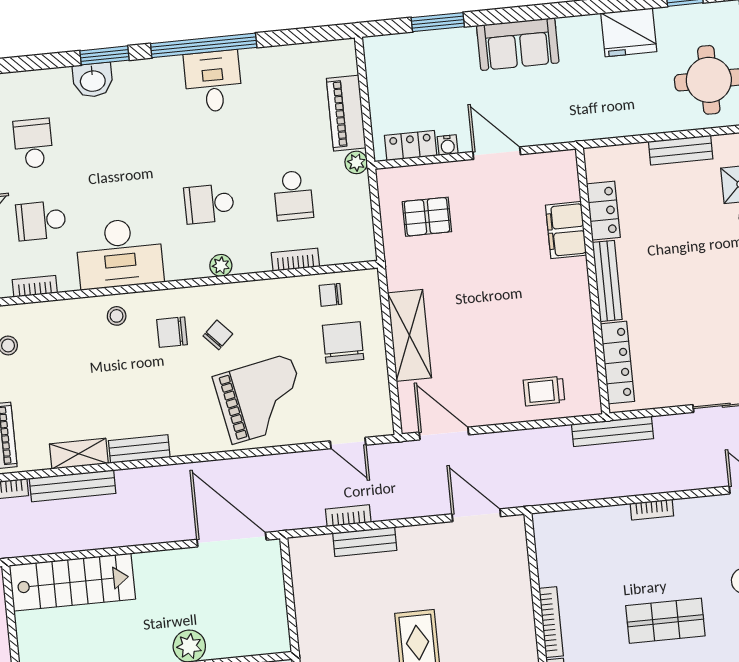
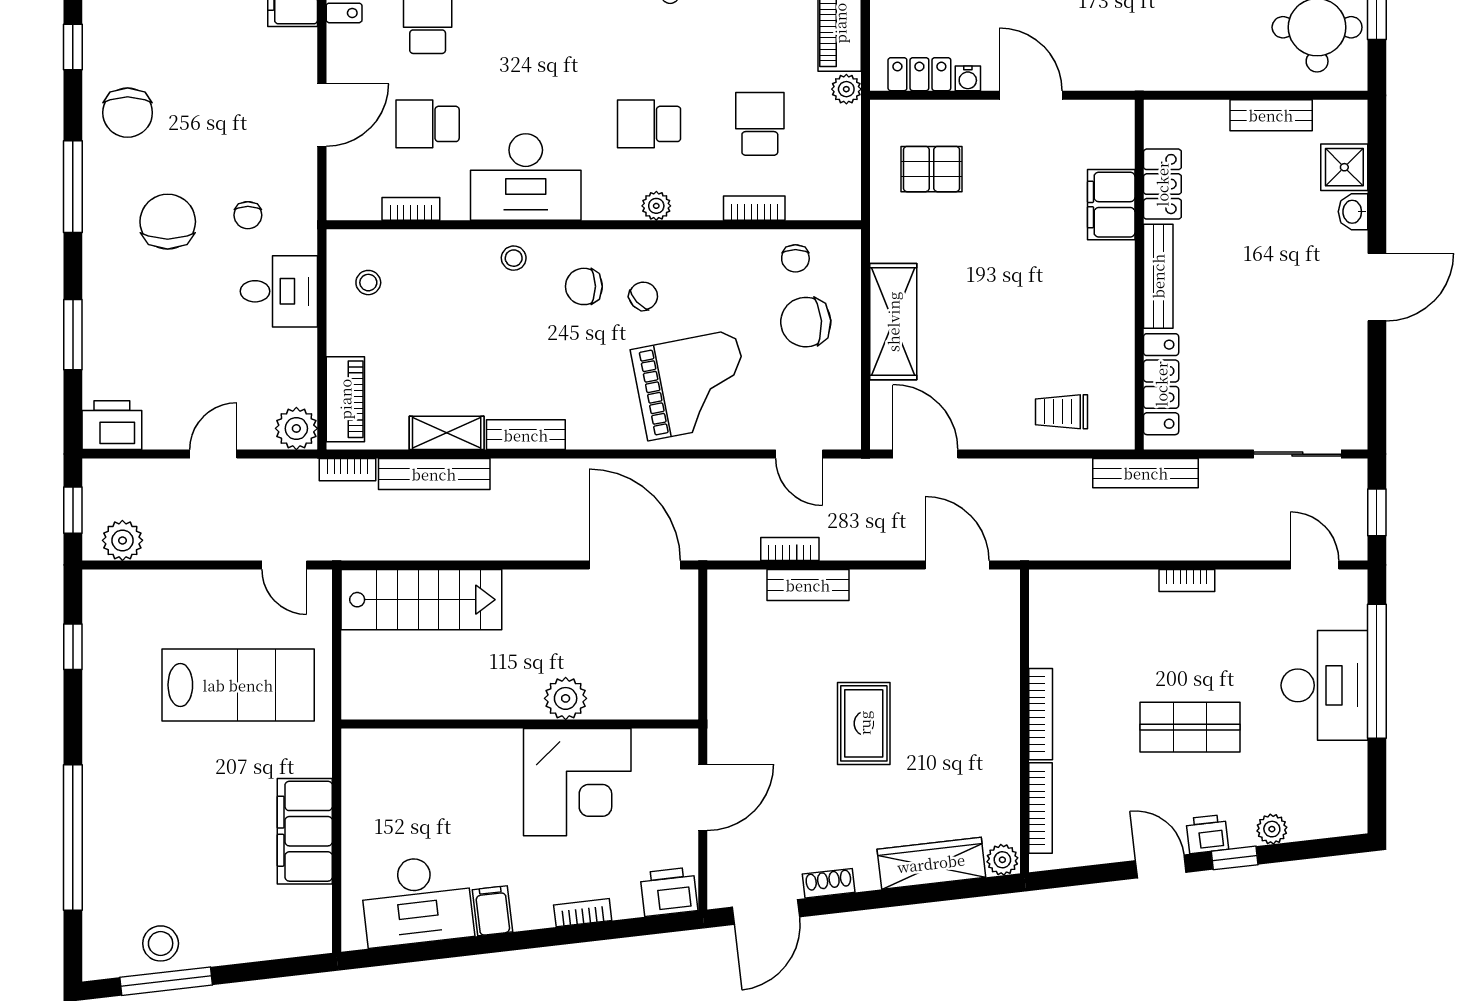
school desk: (293, 195) -> (760, 124), turned 180
chair: (330, 295) -> (795, 258), turned -90
chair: (343, 342) -> (806, 322), turned -94

